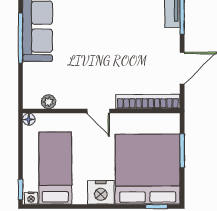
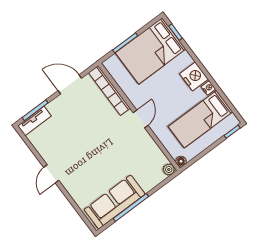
plant: (49, 102) -> (169, 169), moved
bed: (148, 169) -> (151, 51), width x0.73
nightstand: (31, 198) -> (208, 88), moved

